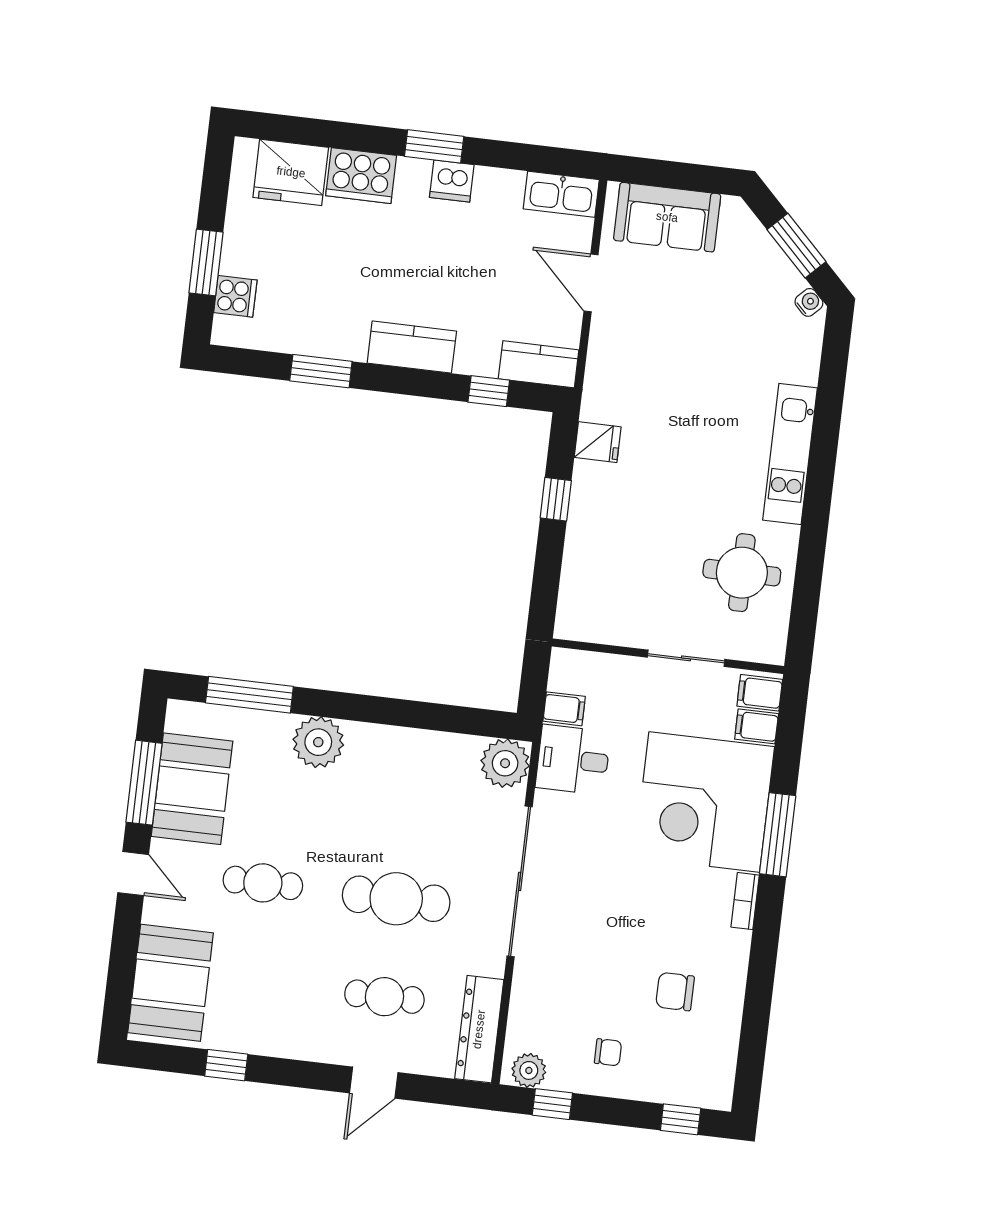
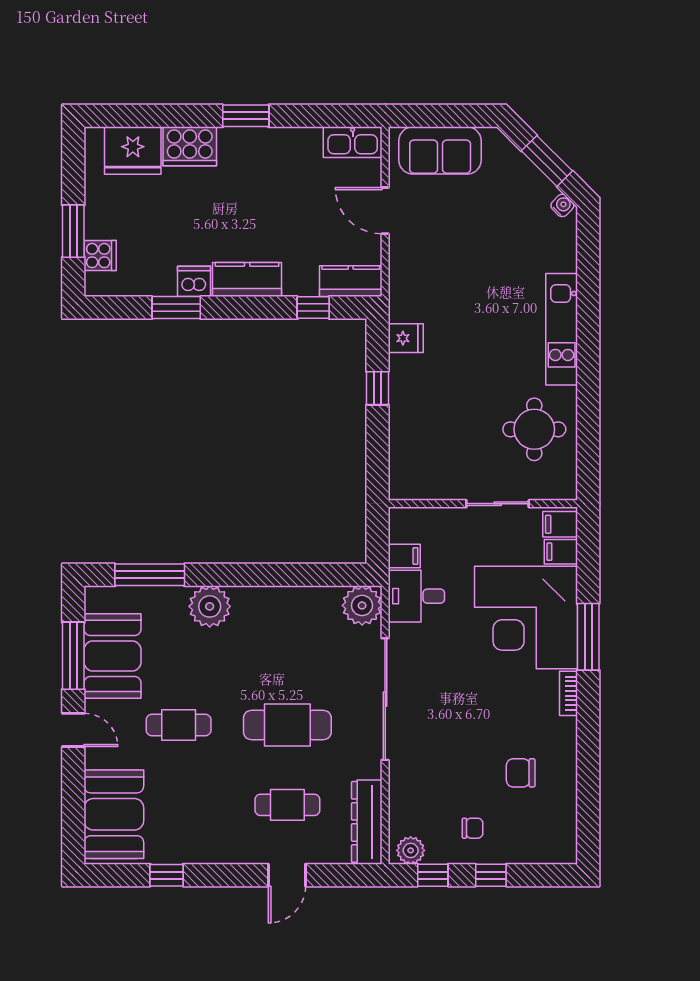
dishwasher: (452, 181) -> (194, 281), moved, turned 180
window: (681, 1119) -> (491, 875), moved

